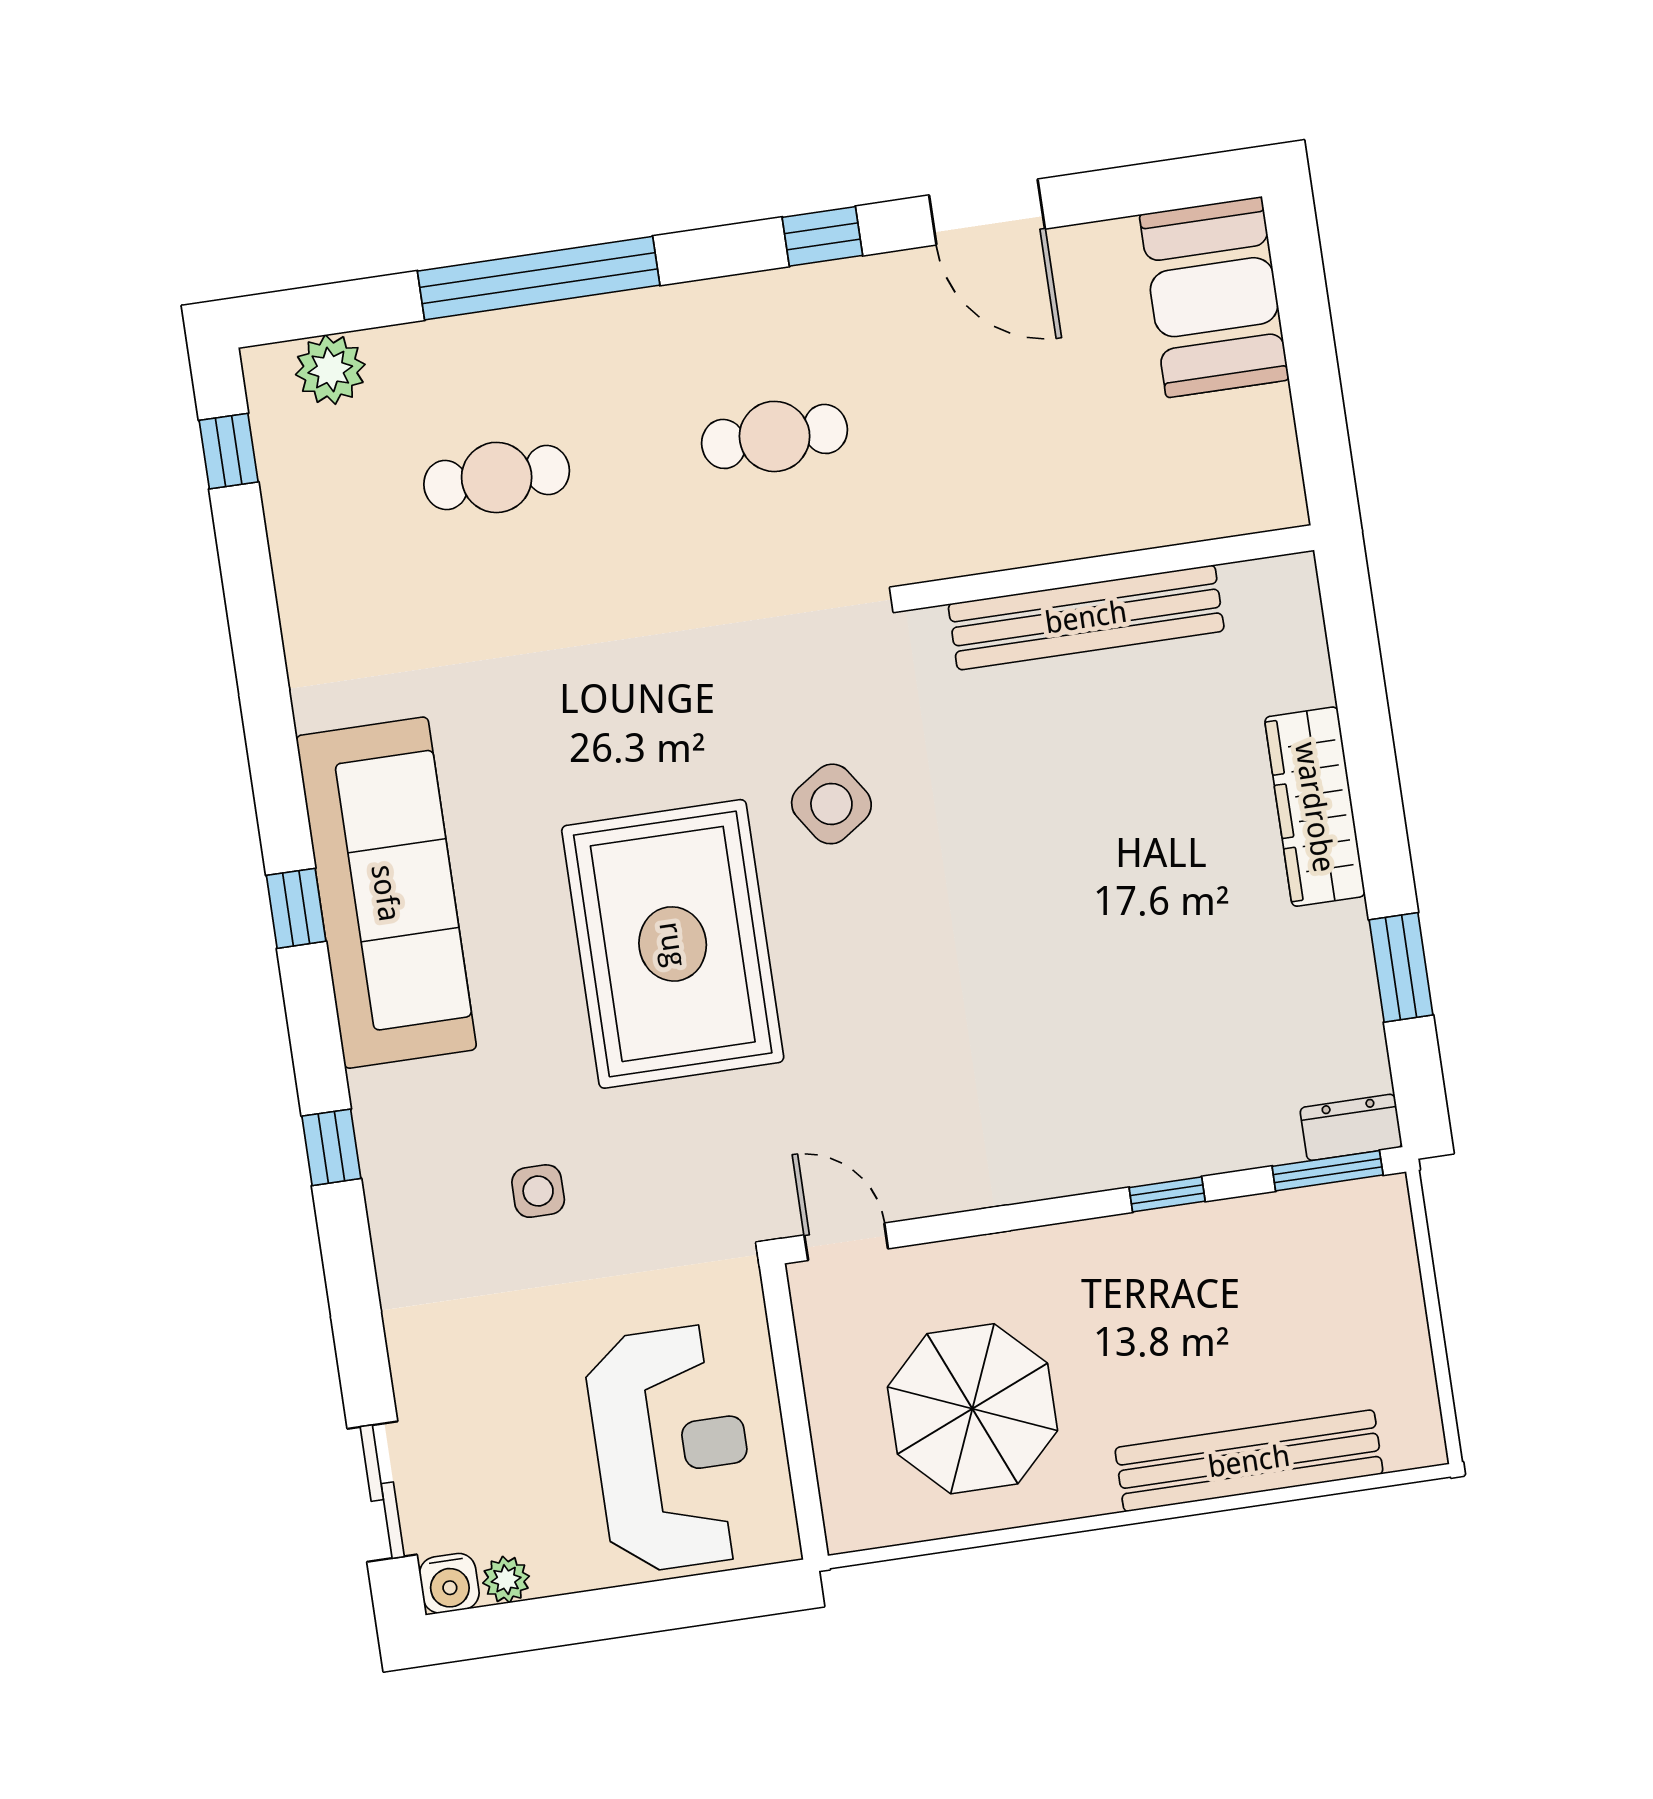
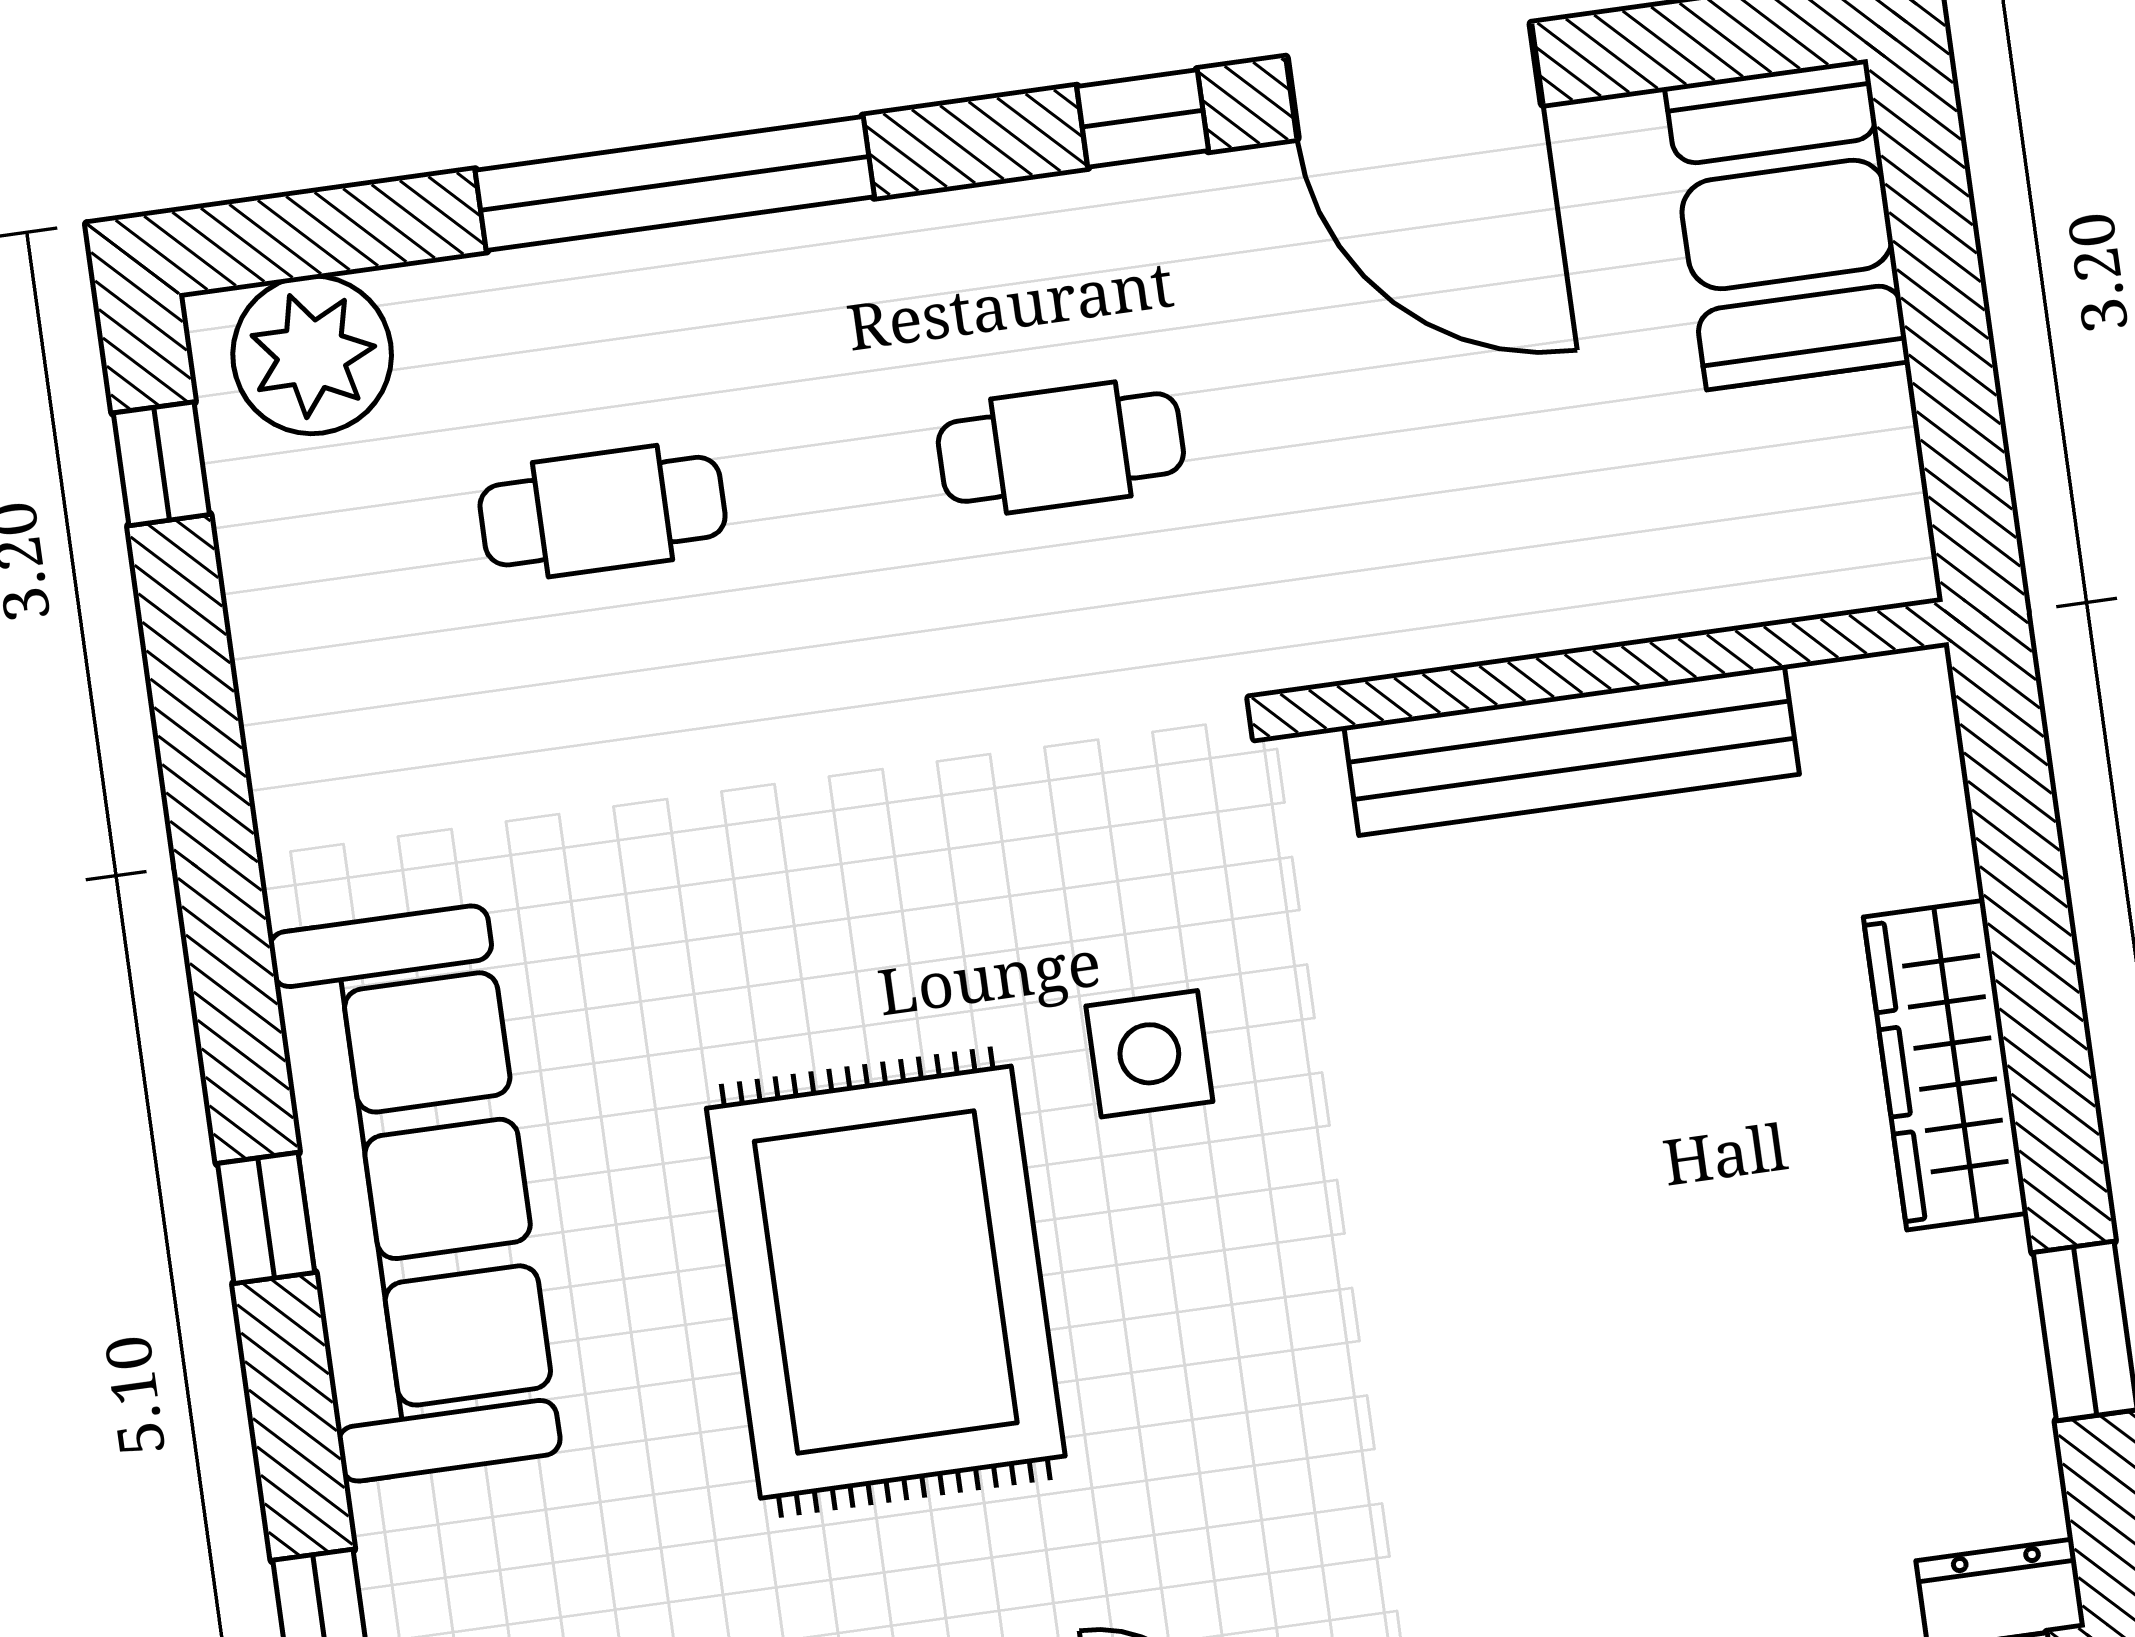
door: (987, 212) -> (1414, 81), width x1.36
plant: (330, 370) -> (312, 355), width x1.36, depth x1.36
side table: (831, 804) -> (1149, 1054), turned 34

